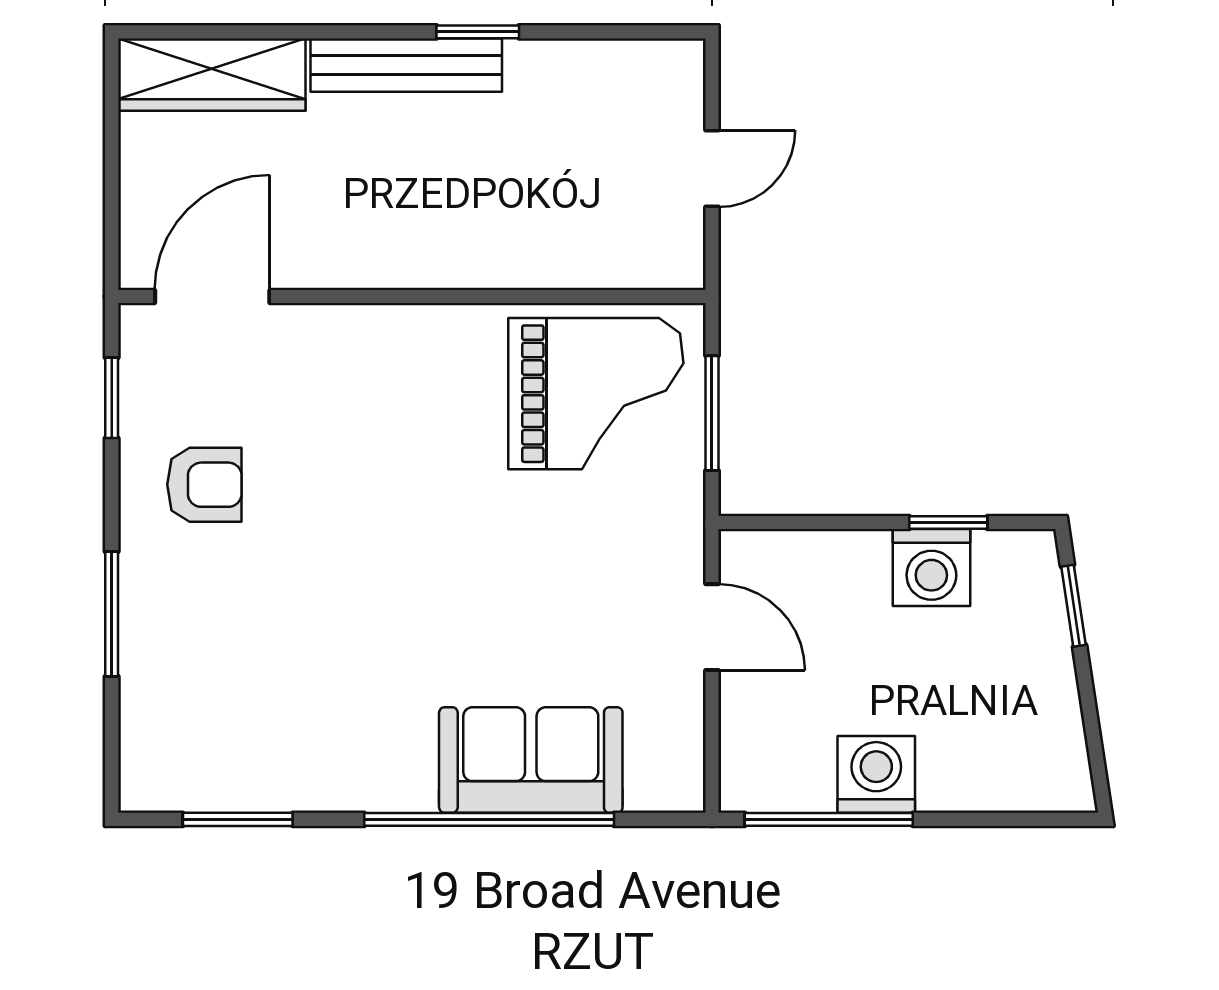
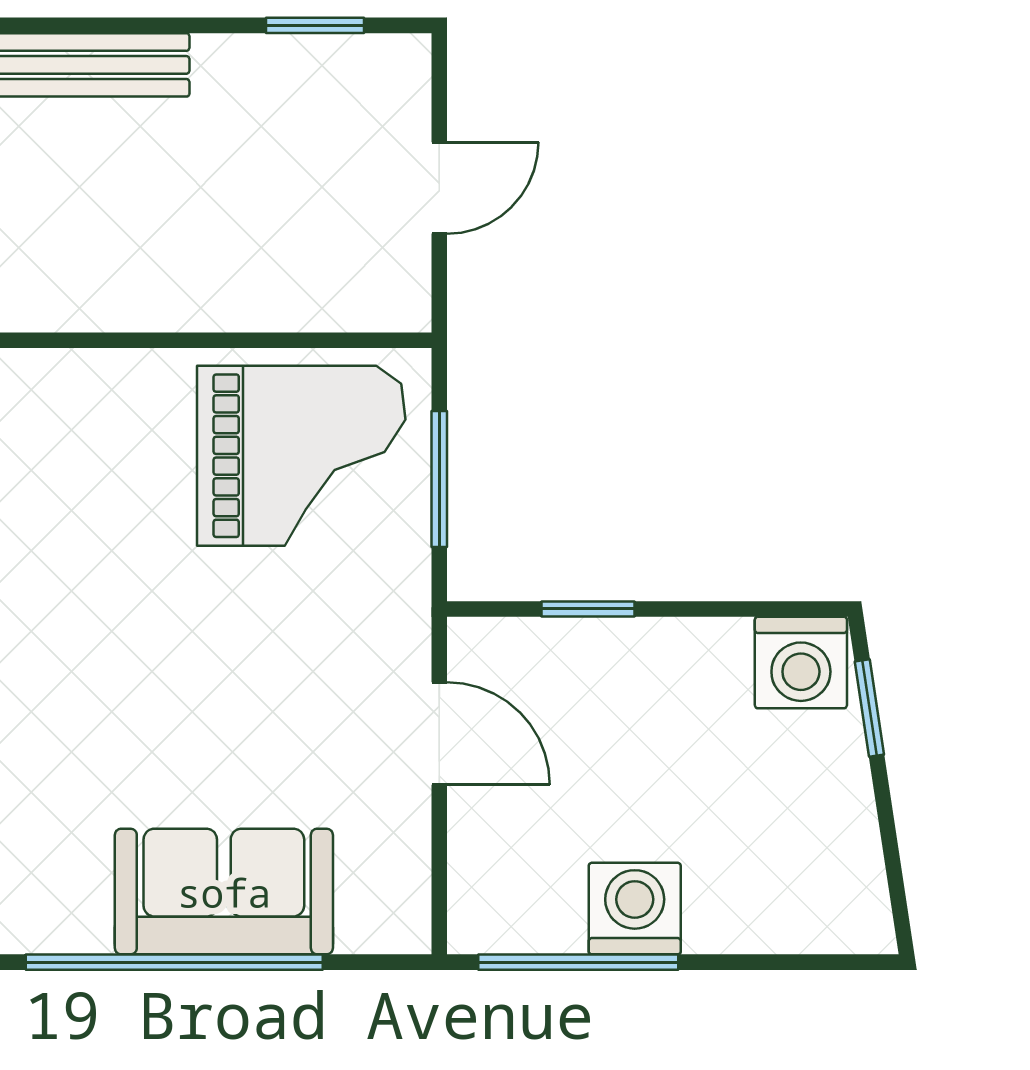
window: (478, 32) -> (315, 25), moved
window: (948, 522) -> (588, 609), moved
washing machine: (931, 568) -> (801, 663), moved

